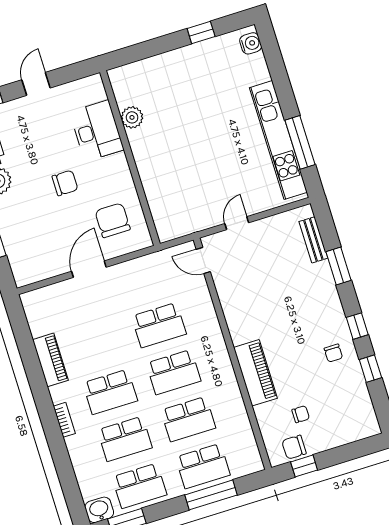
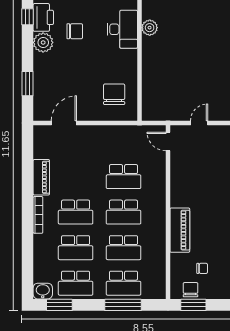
chair: (65, 183) -> (75, 31), moved
door: (89, 269) -> (64, 123), moved
bookcase: (64, 420) -> (38, 215), width x1.56
chair: (294, 447) -> (190, 290), turned 90
window: (304, 466) -> (193, 305), width x1.50

